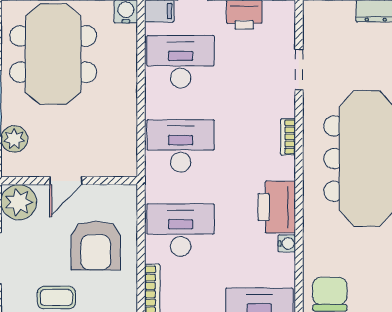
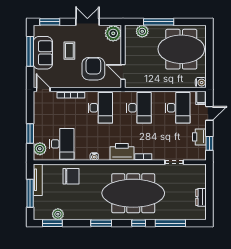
door: (66, 181) -> (123, 72), moved
printer: (277, 207) -> (122, 152), moved
armchair: (96, 245) -> (93, 69), turned 90

